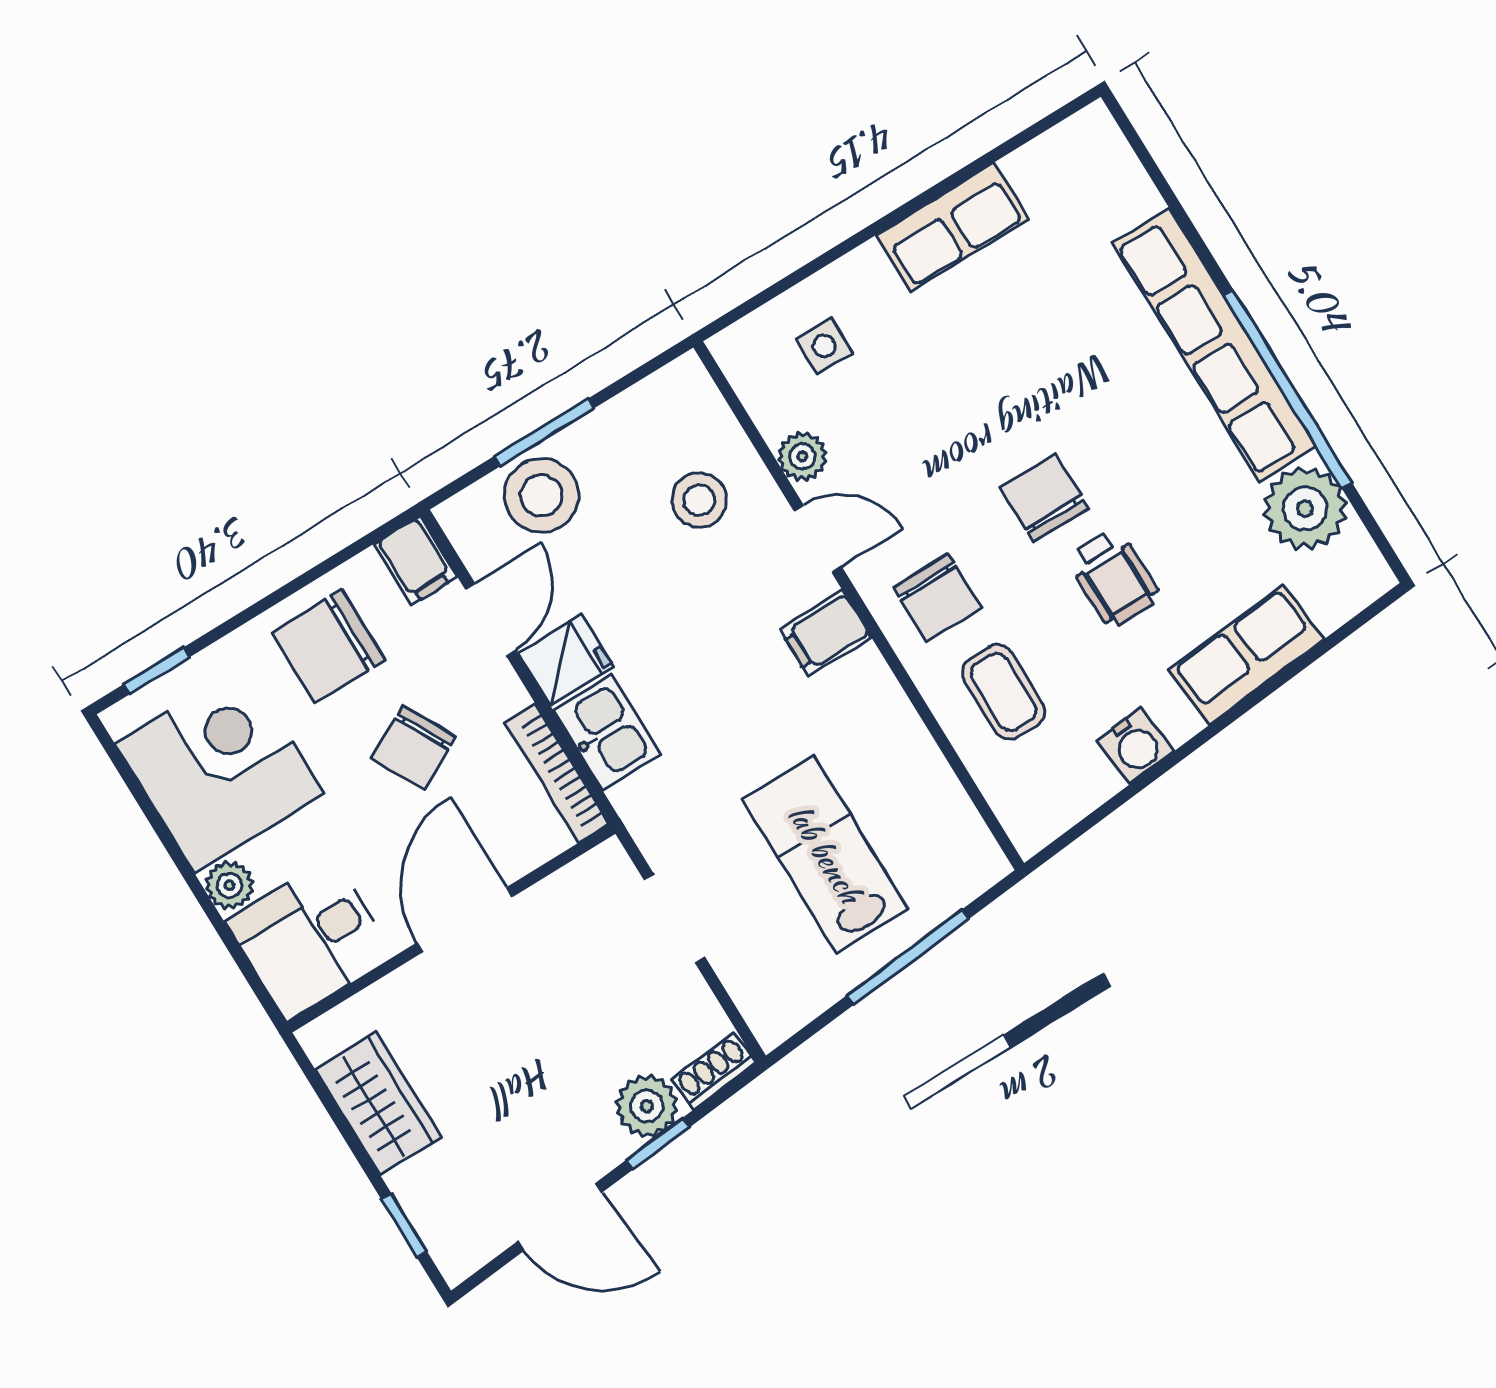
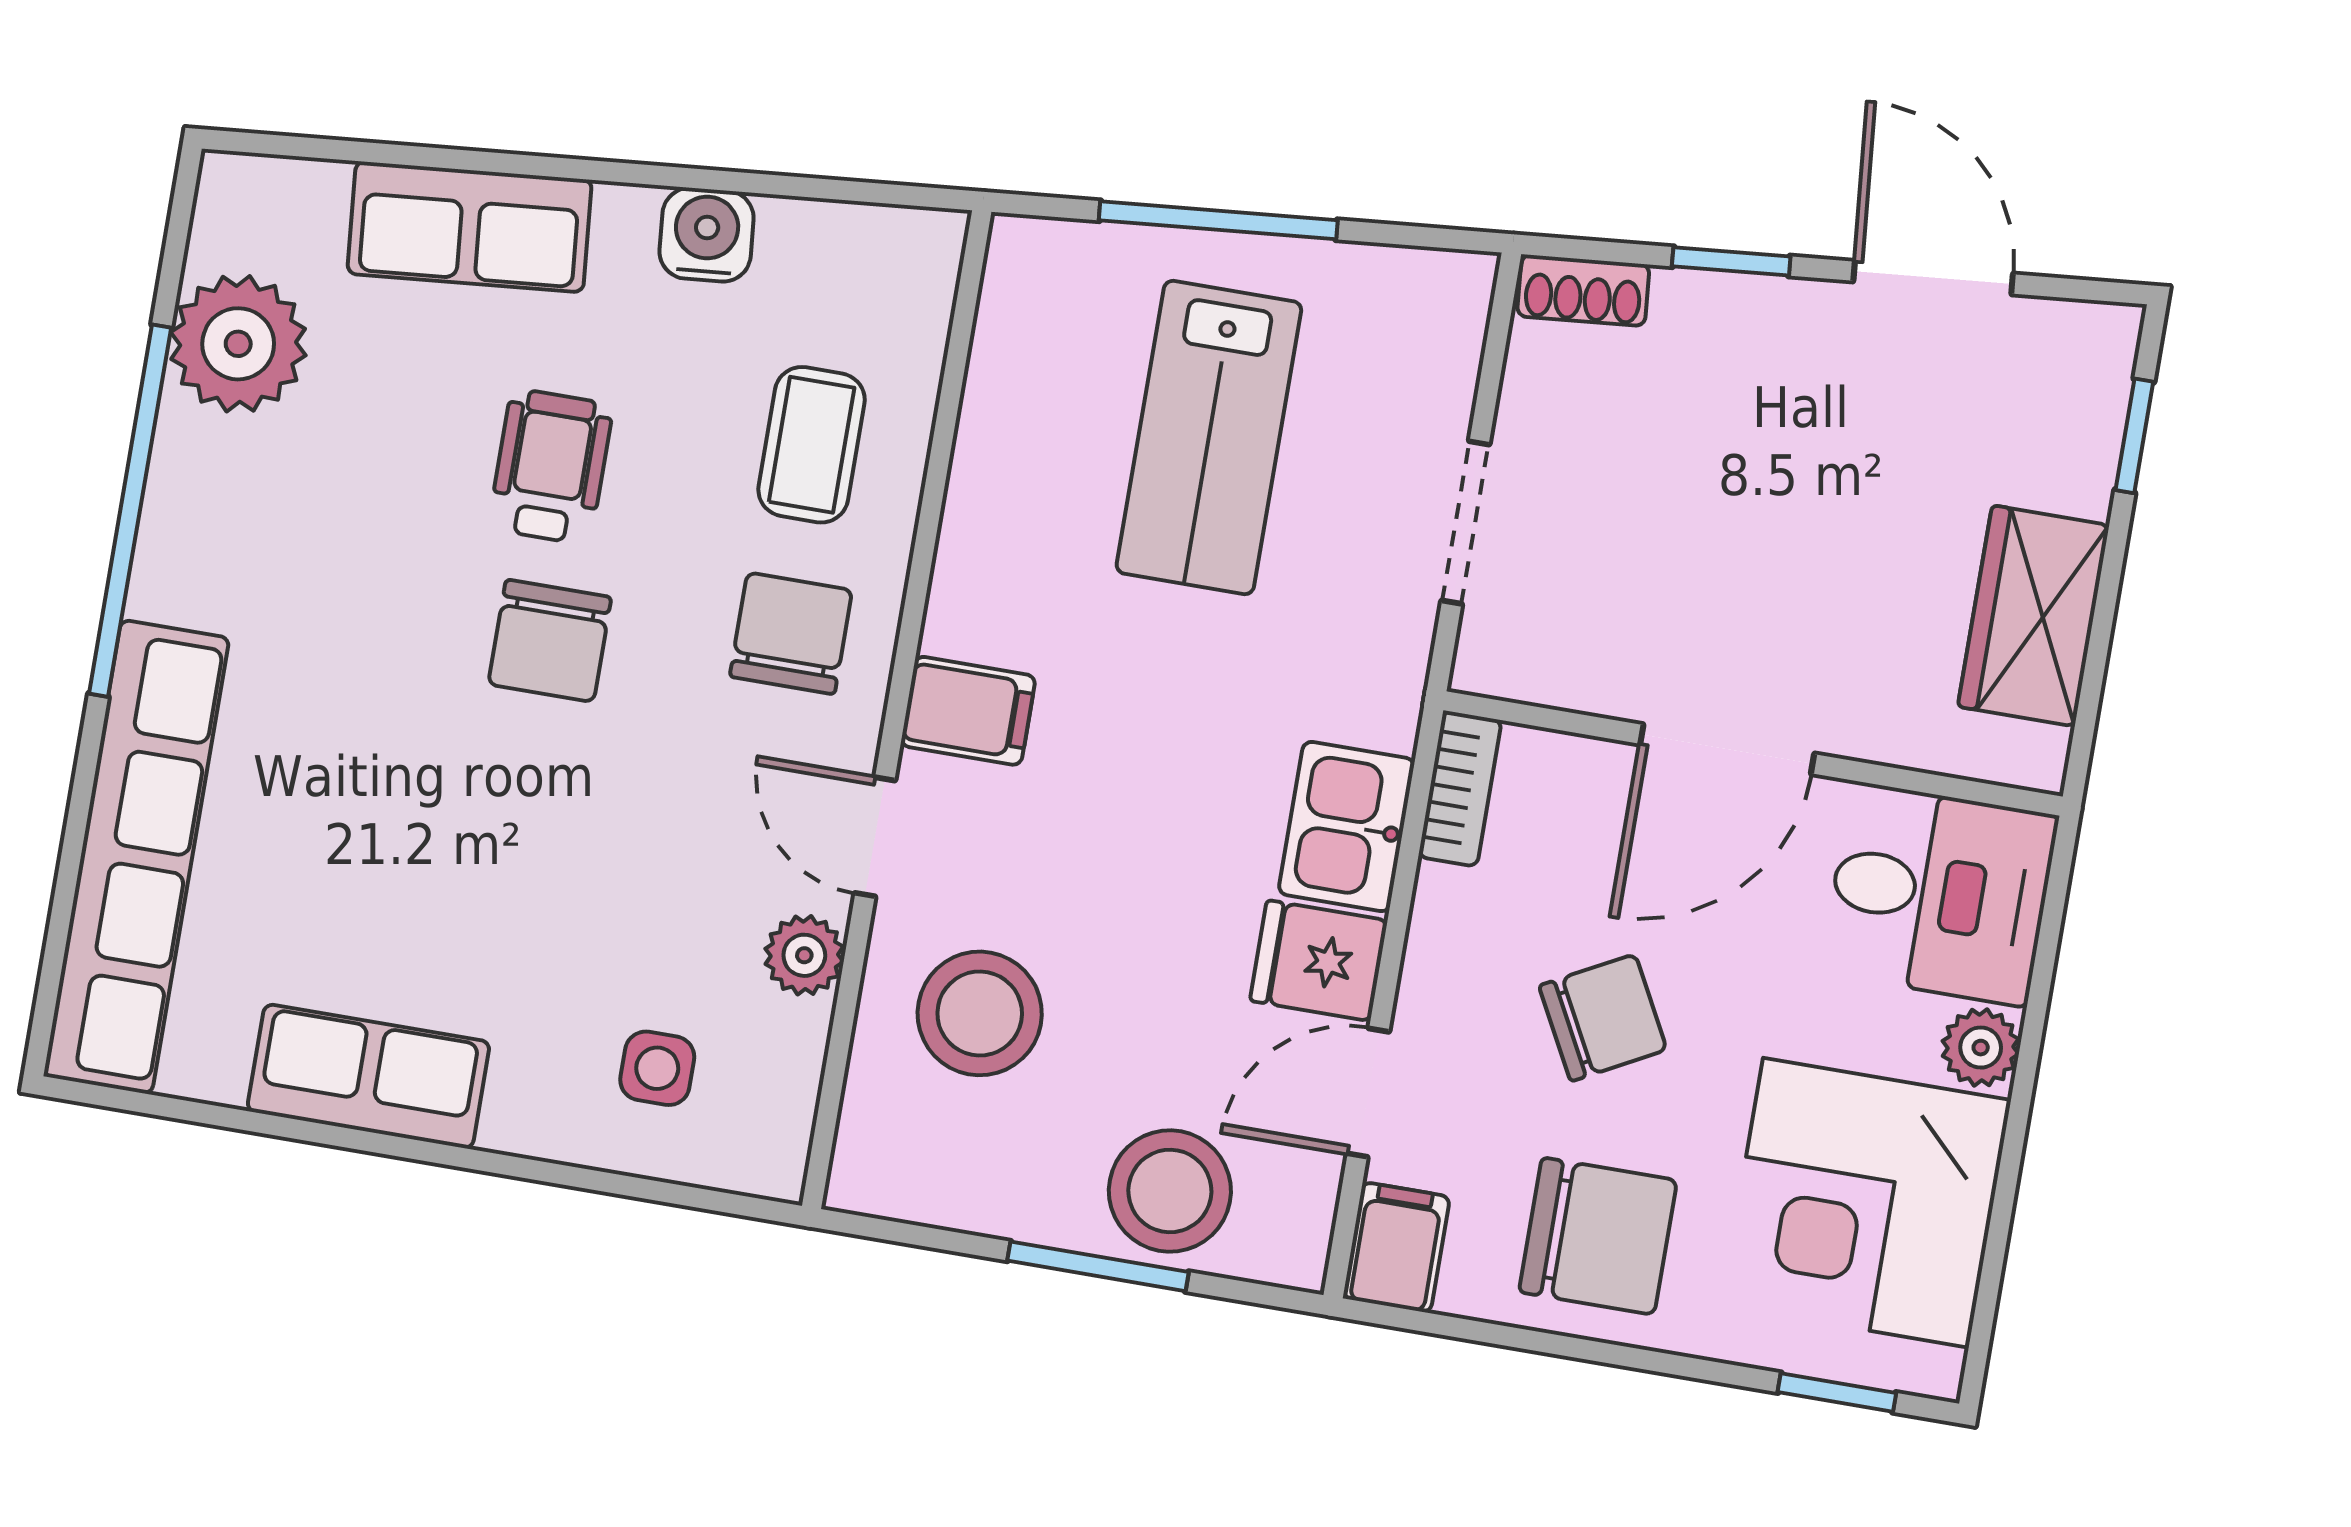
row of seats: (1214, 345) -> (136, 857), moved
stool: (699, 500) -> (980, 1013), width x1.38, depth x1.38
bookcase: (557, 773) -> (1460, 789), width x0.64
plant: (647, 1106) -> (1704, 320), removed

